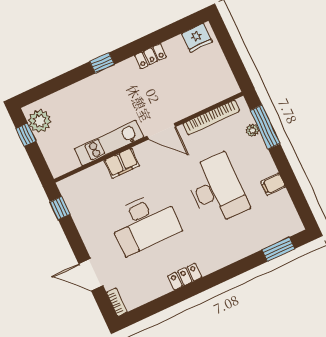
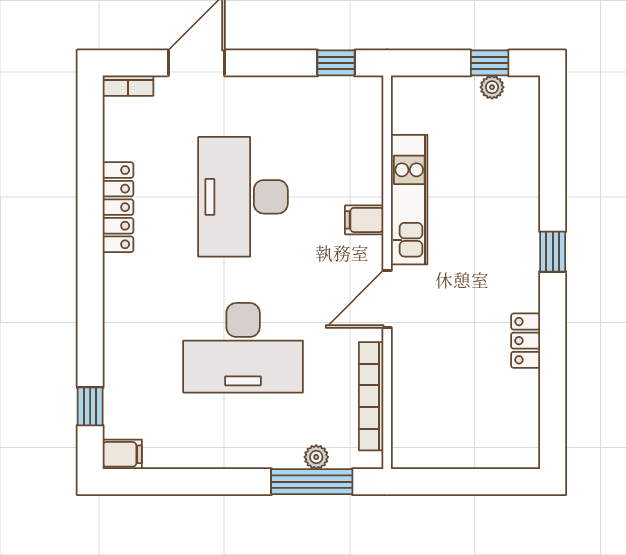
fridge: (197, 38) -> (520, 435), removed
plant: (40, 121) -> (492, 87), width x0.53, depth x0.53
filing cabinet: (122, 163) -> (364, 220), width x0.50
filing cabinet: (273, 184) -> (122, 454), moved, turned 90
window: (278, 249) -> (90, 406), width x0.67
locker: (185, 277) -> (118, 207), width x1.53

